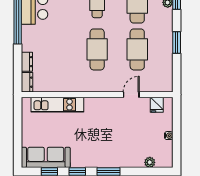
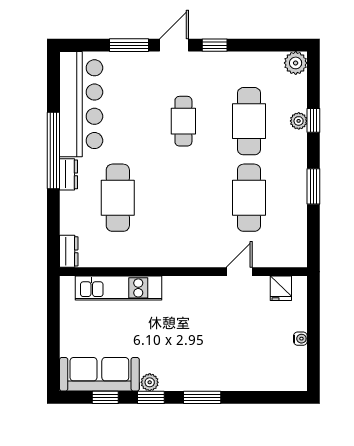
cafe table: (97, 49) -> (118, 198), moved
dresser: (27, 62) -> (69, 174), moved
plant: (150, 162) -> (150, 382), moved

